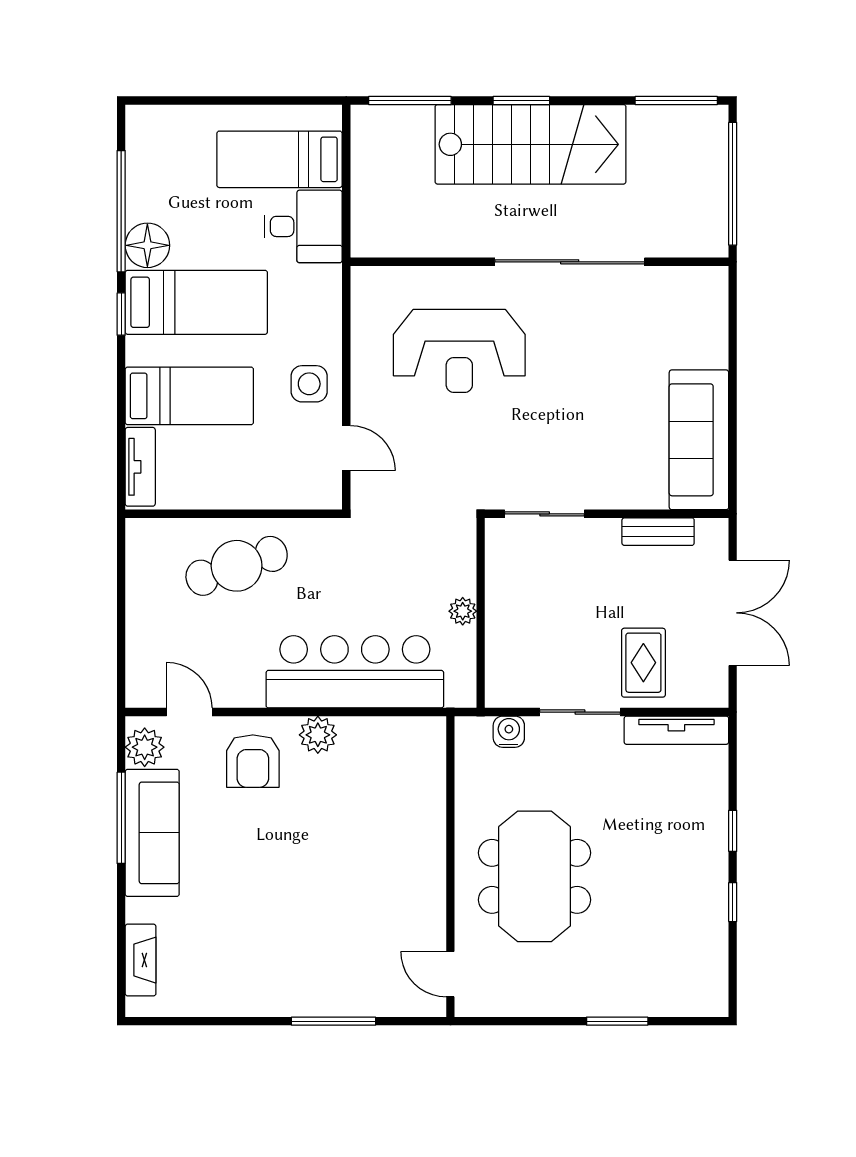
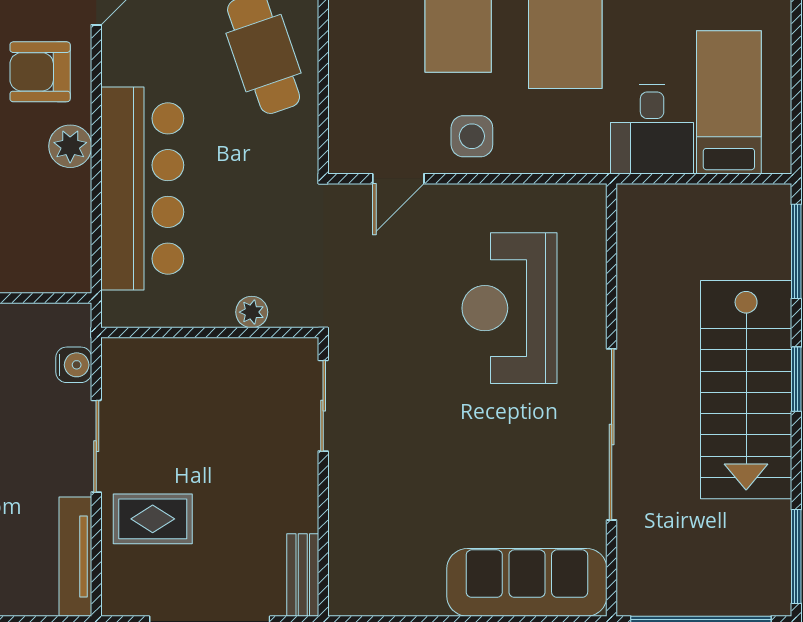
sofa: (699, 440) -> (527, 582), moved
bench: (658, 532) -> (303, 575), moved
plant: (463, 611) -> (252, 312), moved

